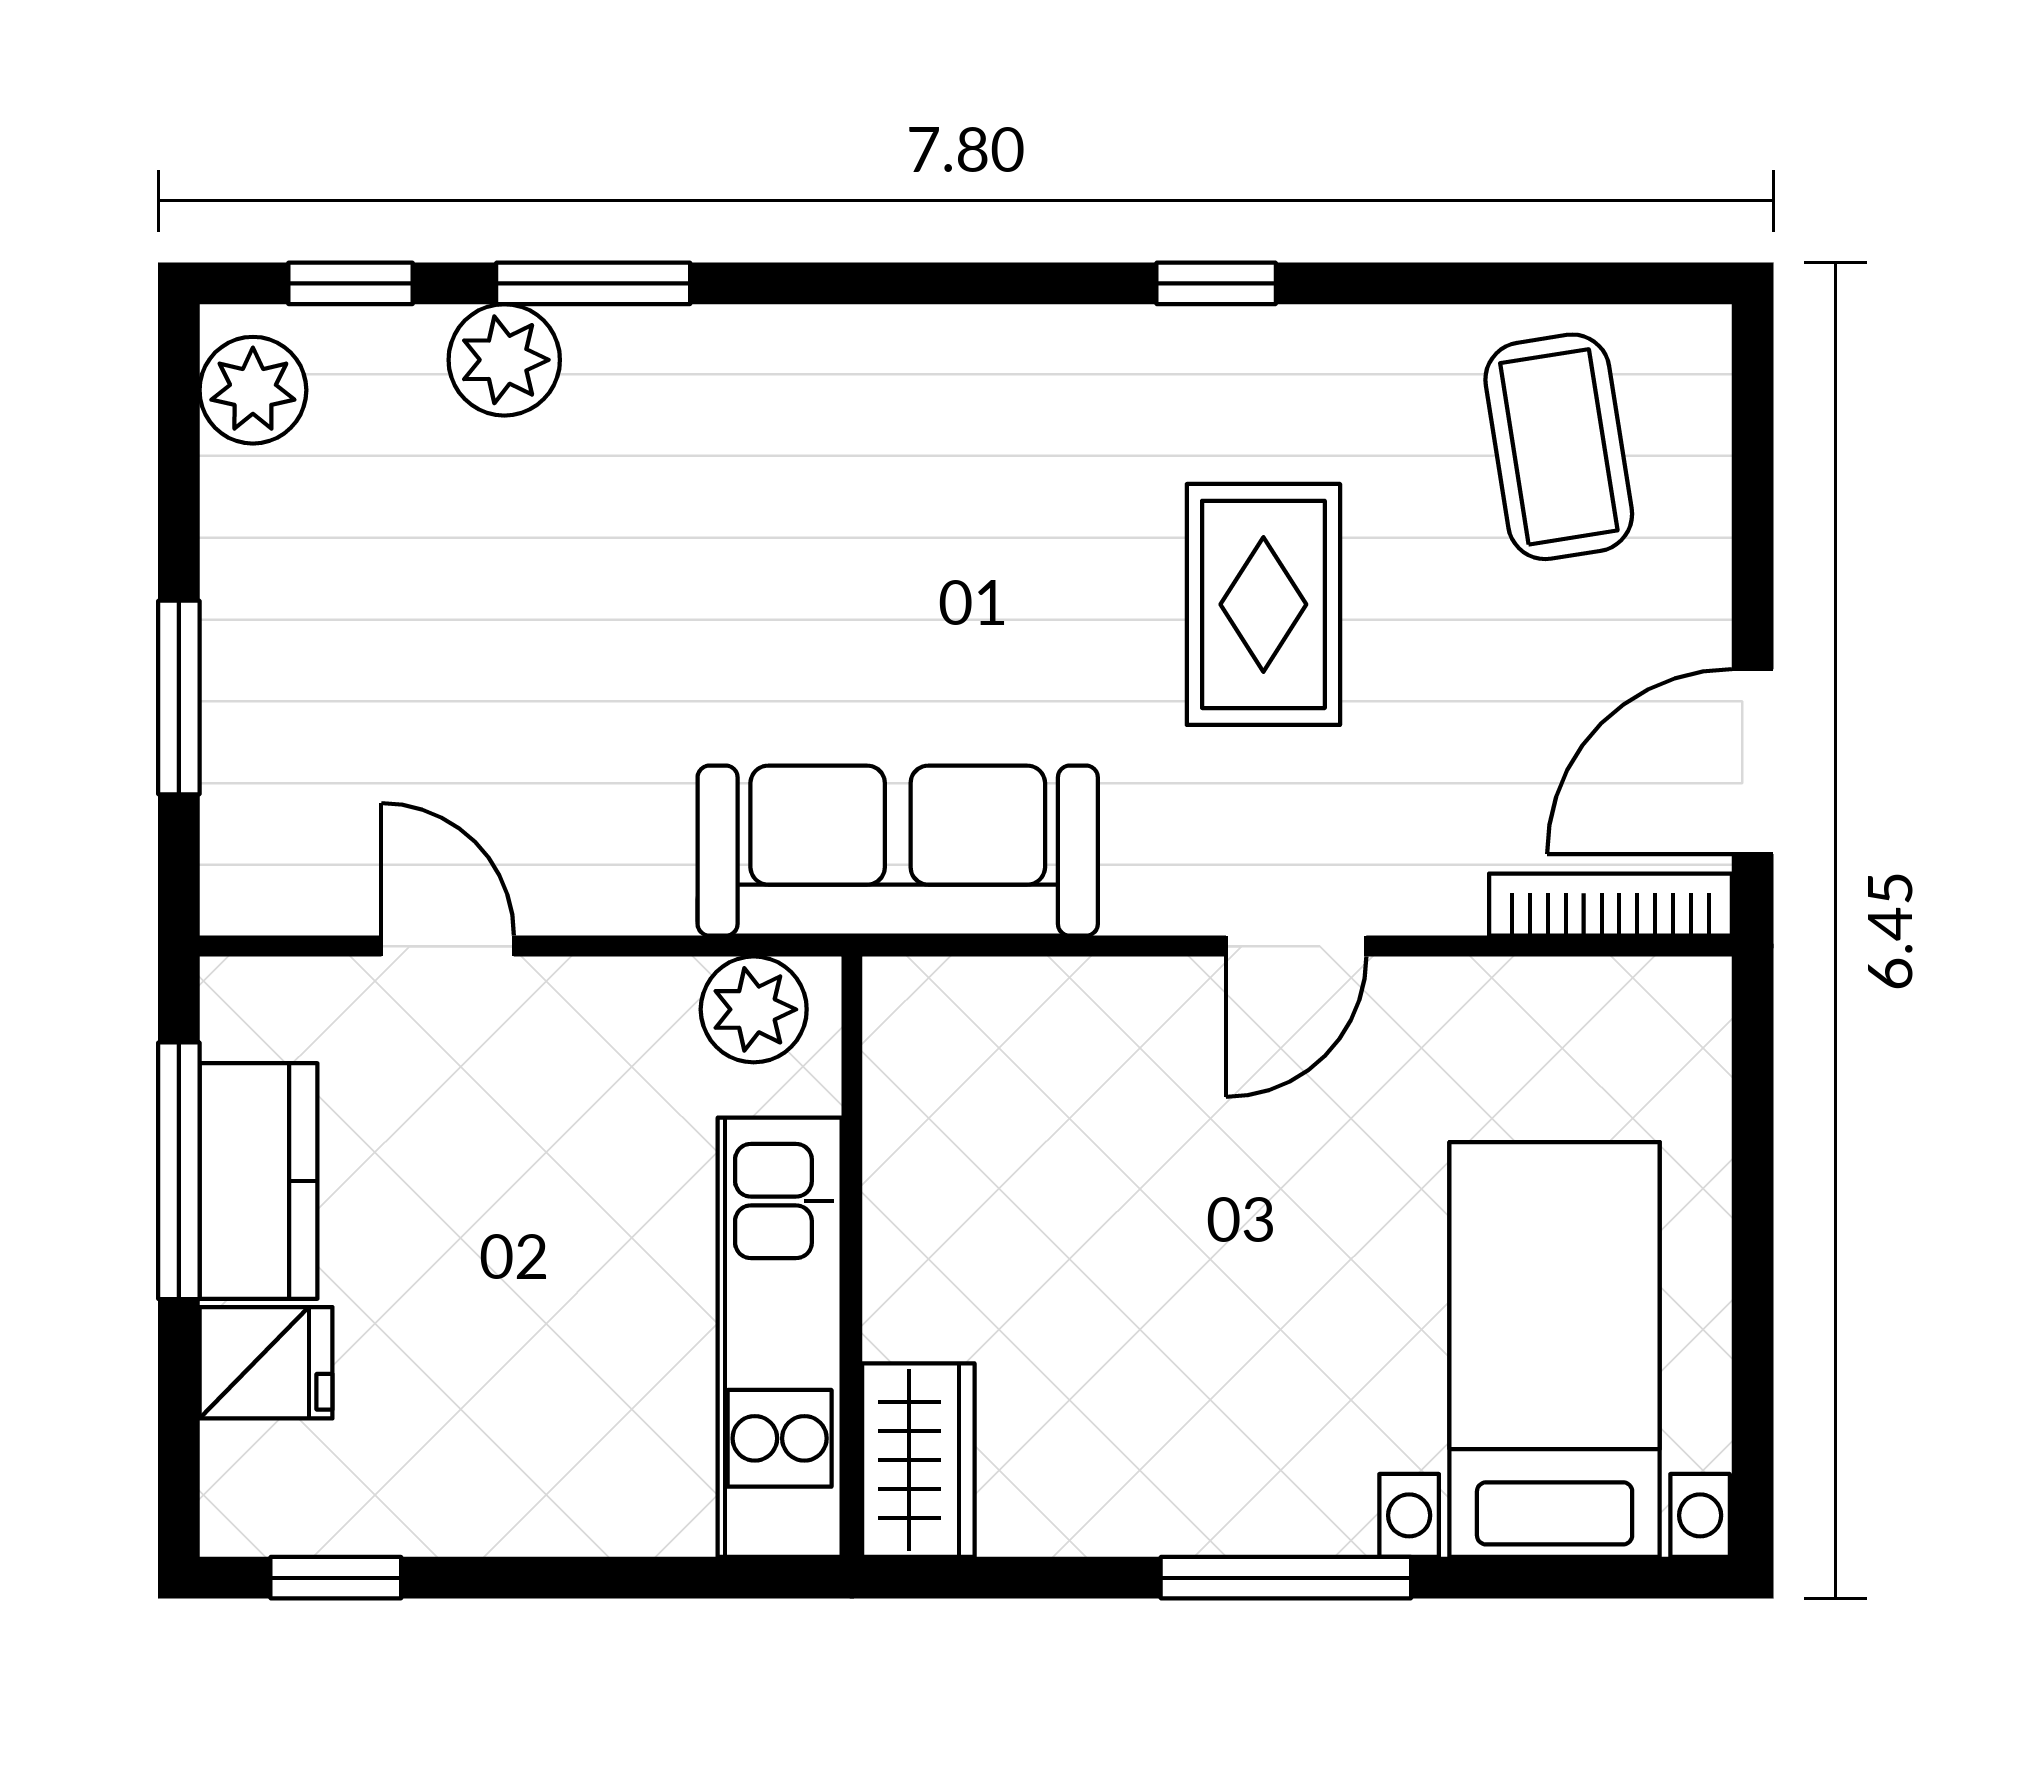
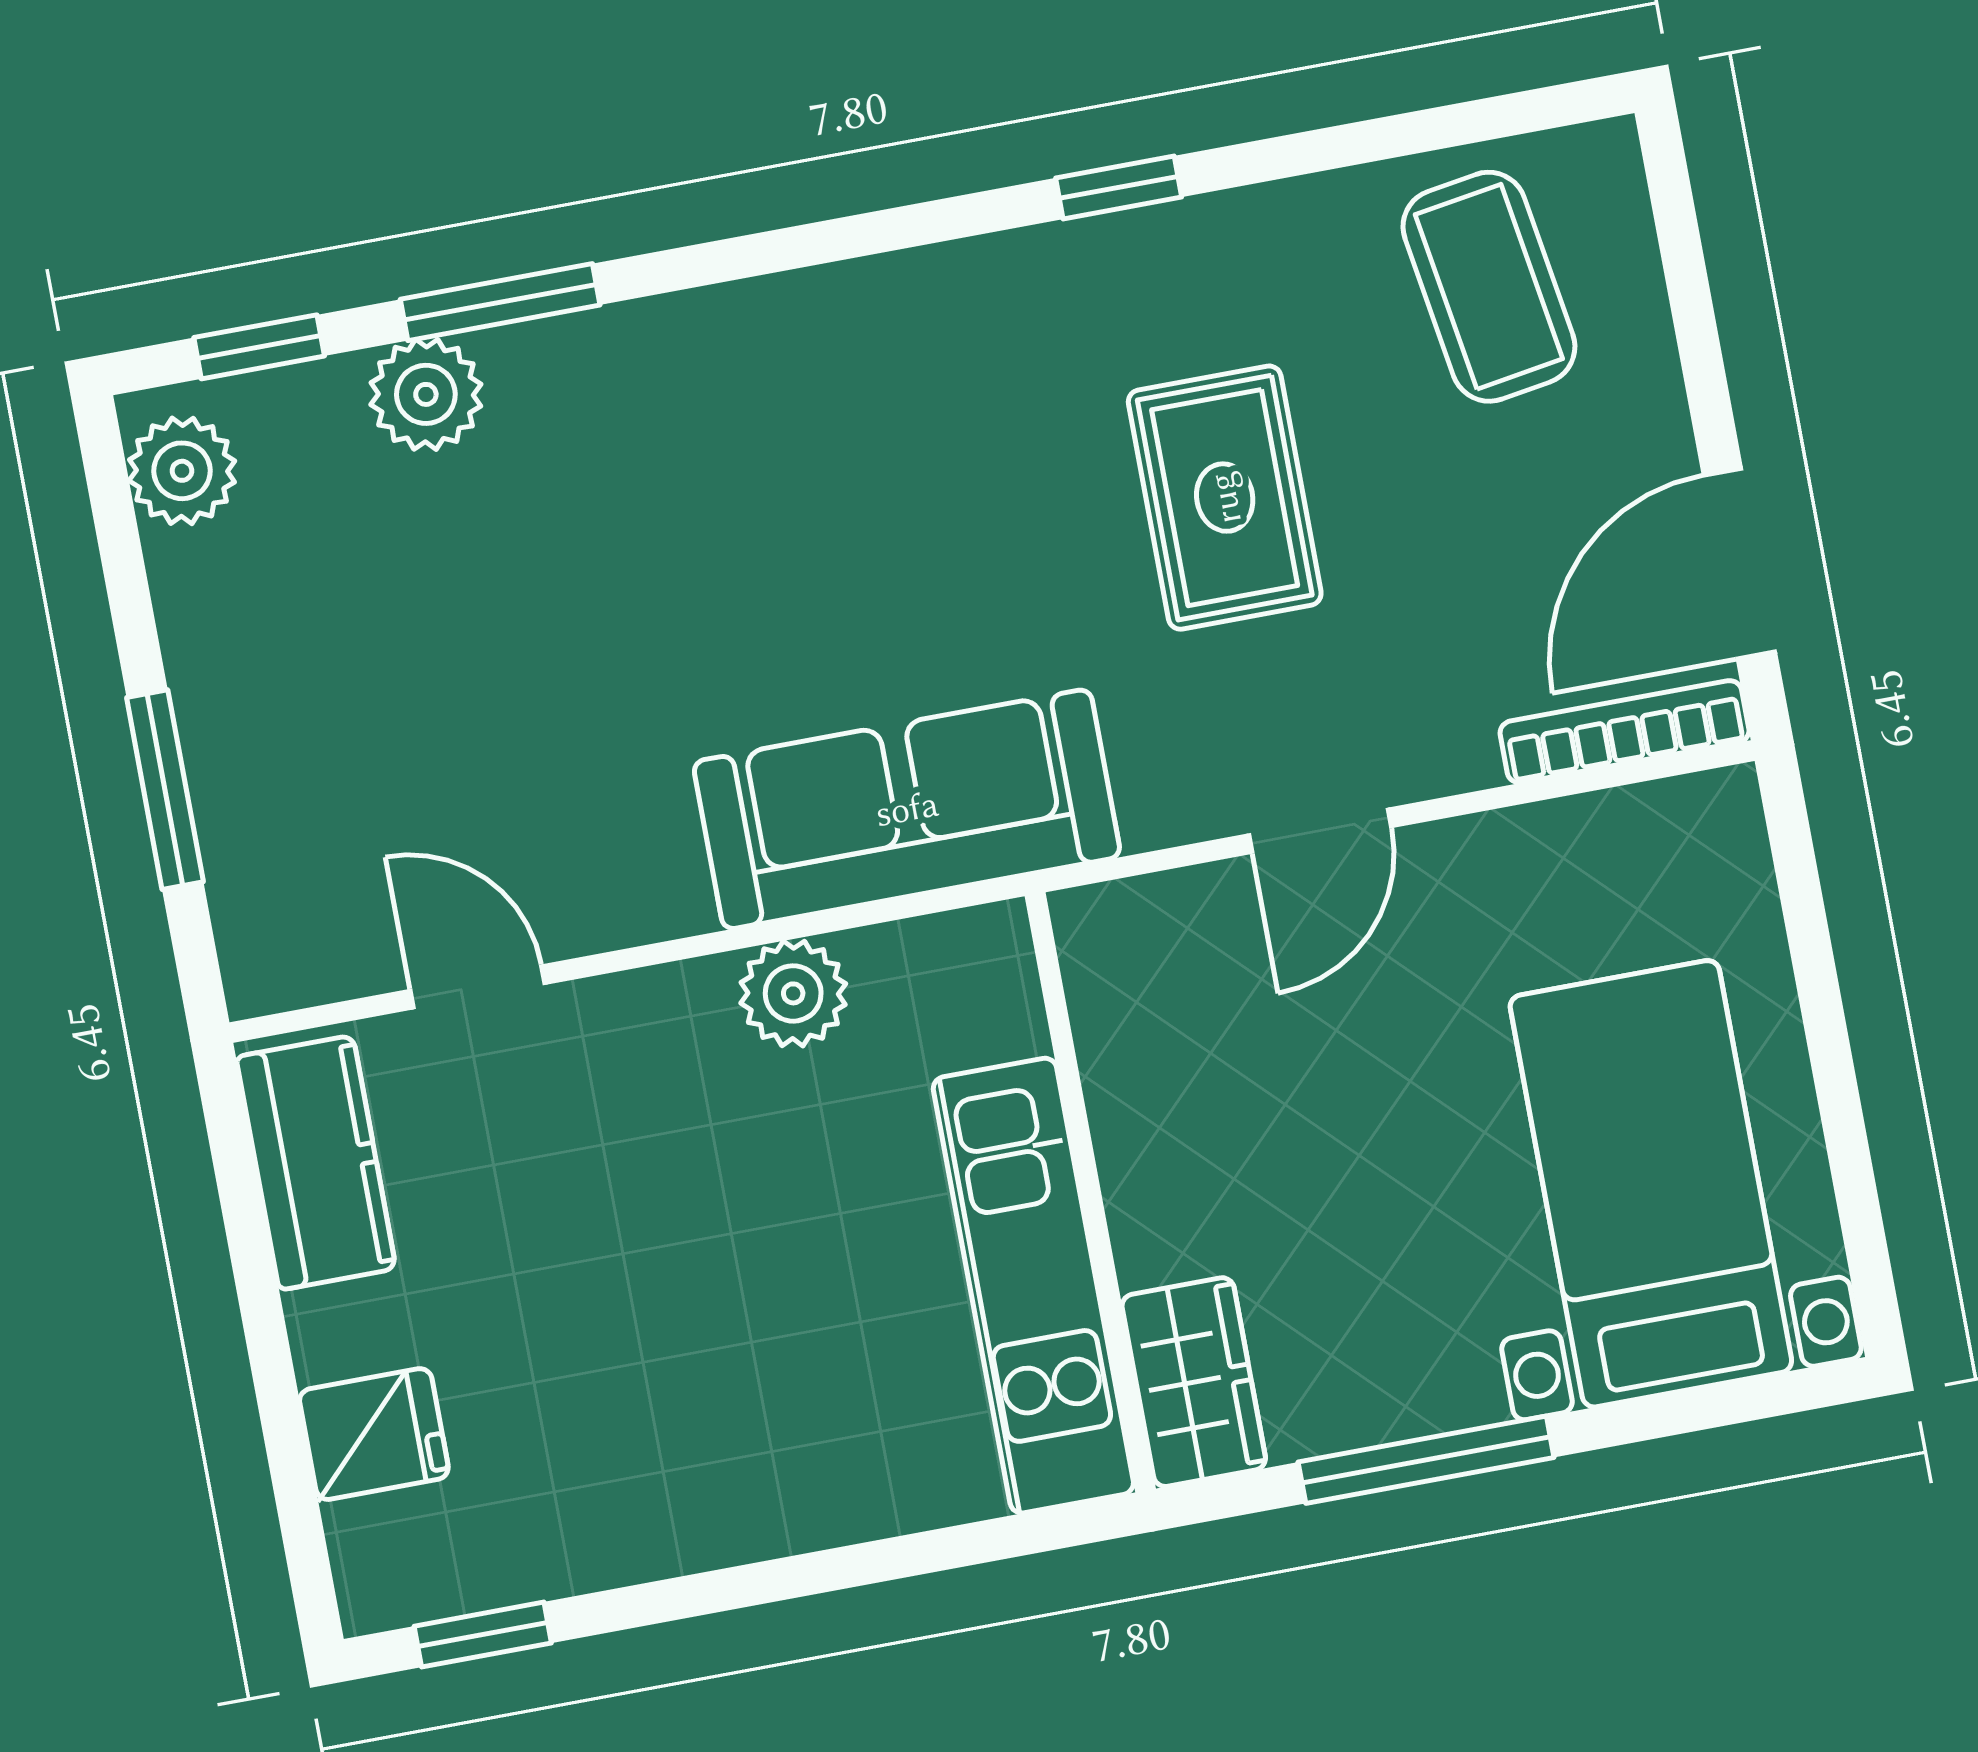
window: (179, 1171) -> (252, 1259), removed
kitchen counter: (258, 1181) -> (316, 1163), moved
wall: (852, 1257) -> (1090, 1192), moved
kitchen unit: (780, 1337) -> (1033, 1286), moved
wardrobe: (918, 1460) -> (1194, 1382), moved

